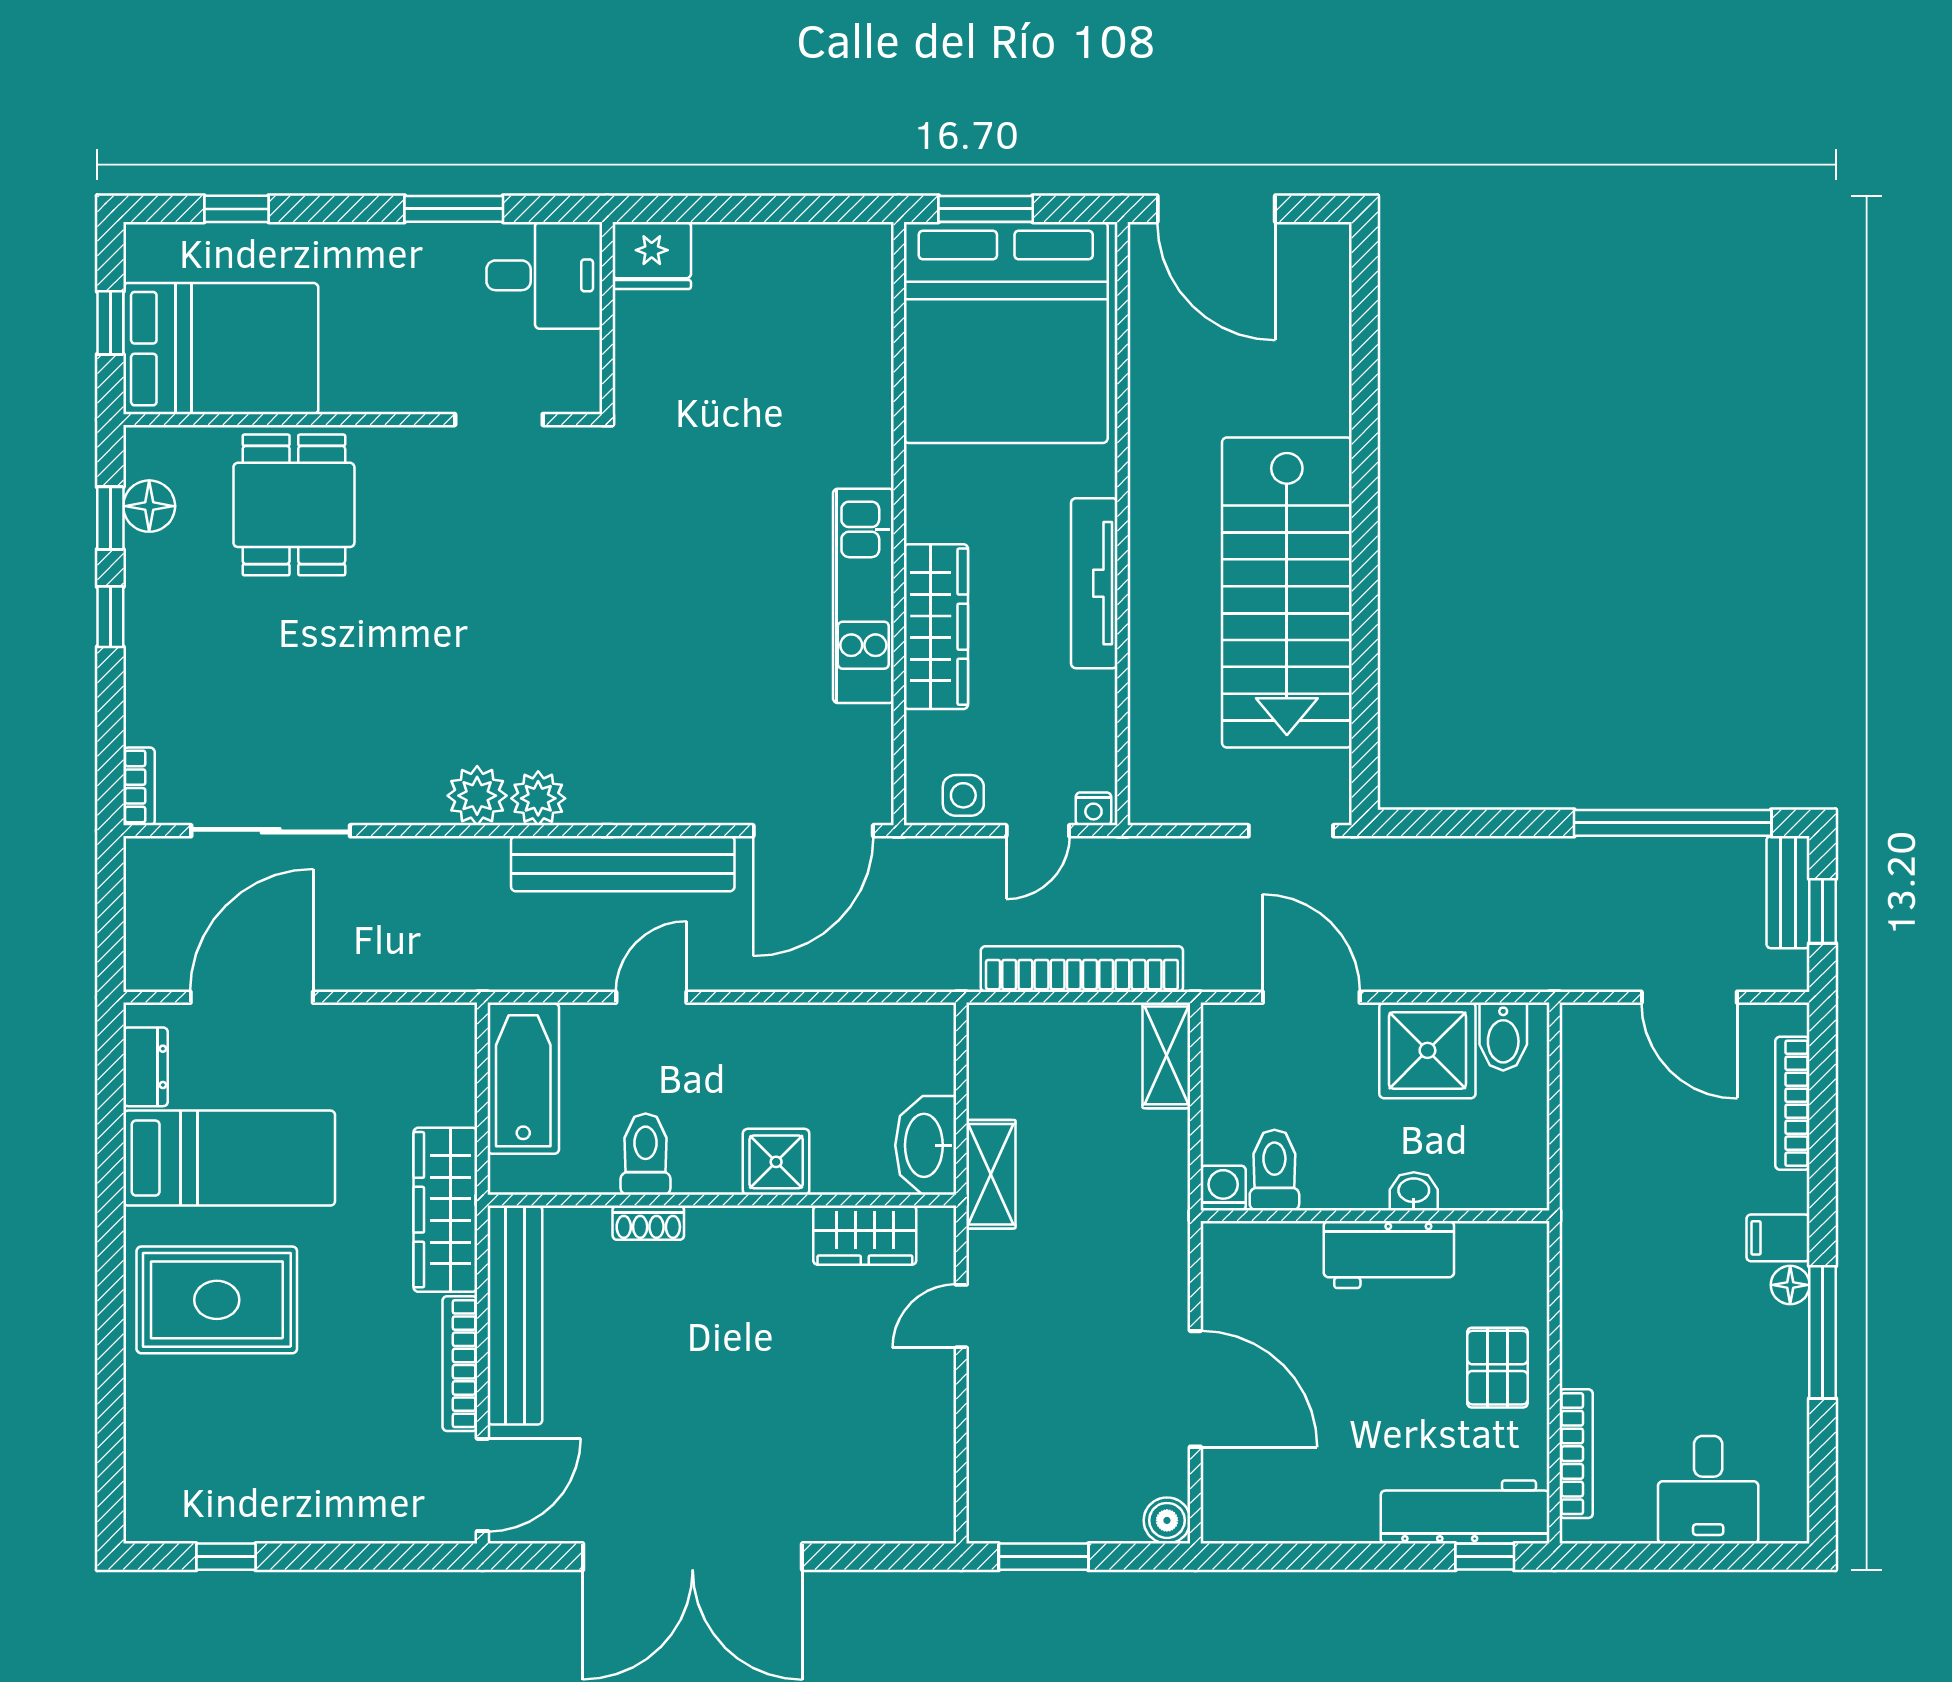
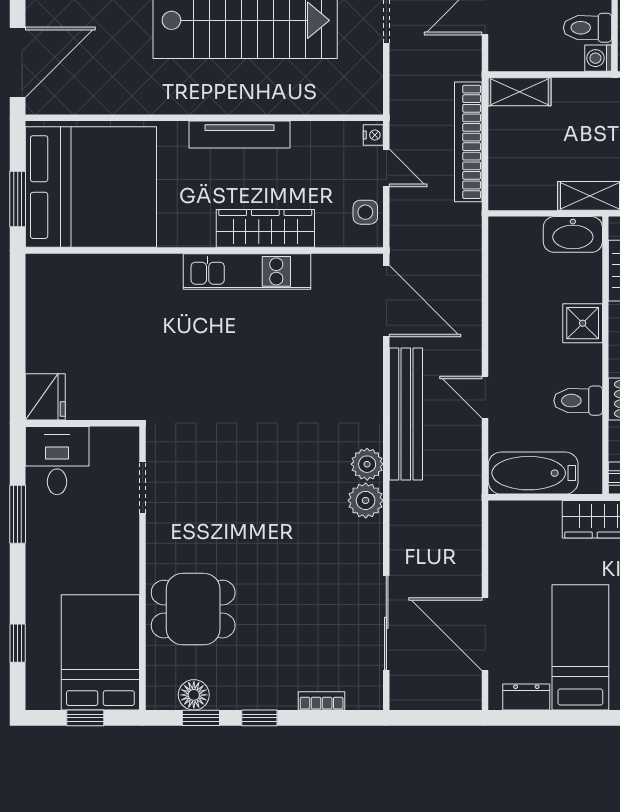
bookcase: (139, 786) -> (322, 701), moved

